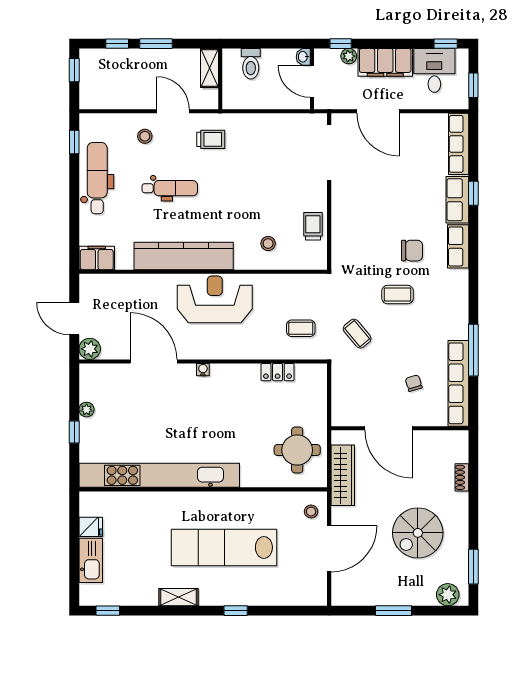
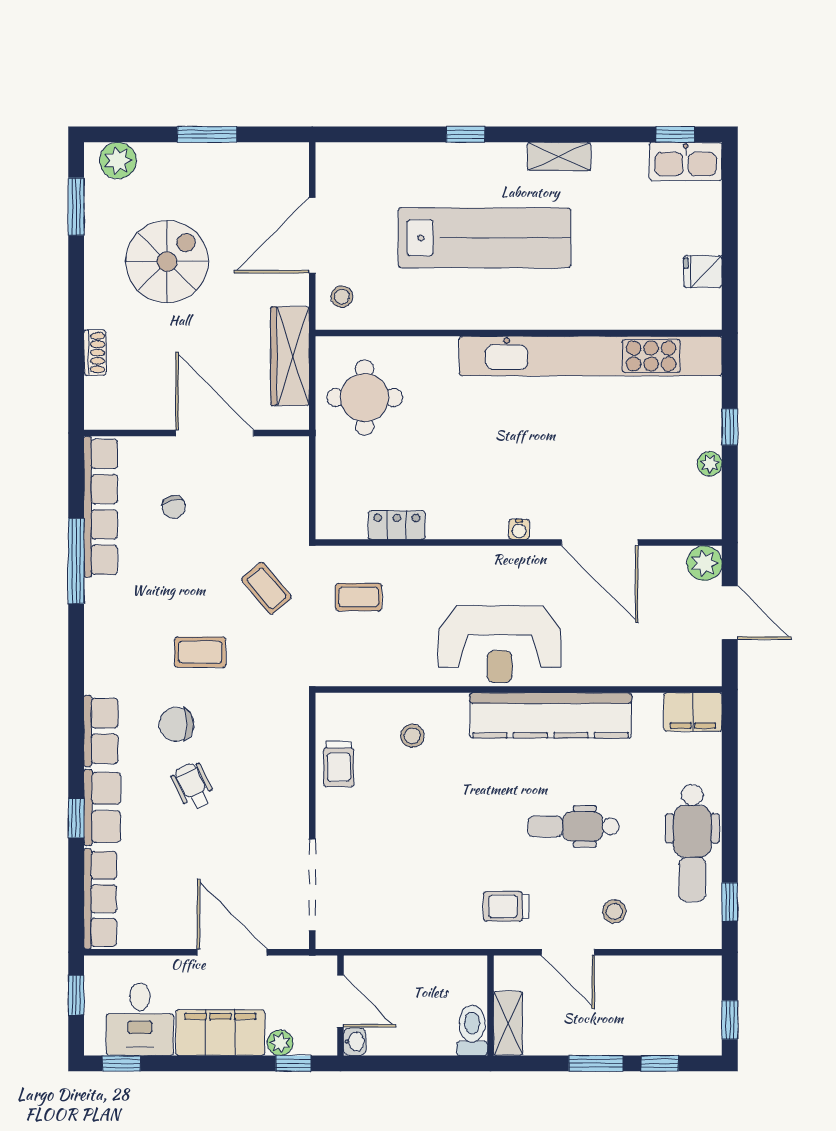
toilet: (251, 64) -> (472, 1030), moved
wheelchair: (402, 213) -> (193, 786), added
kitchen sink: (91, 560) -> (686, 161), moved, turned -90

